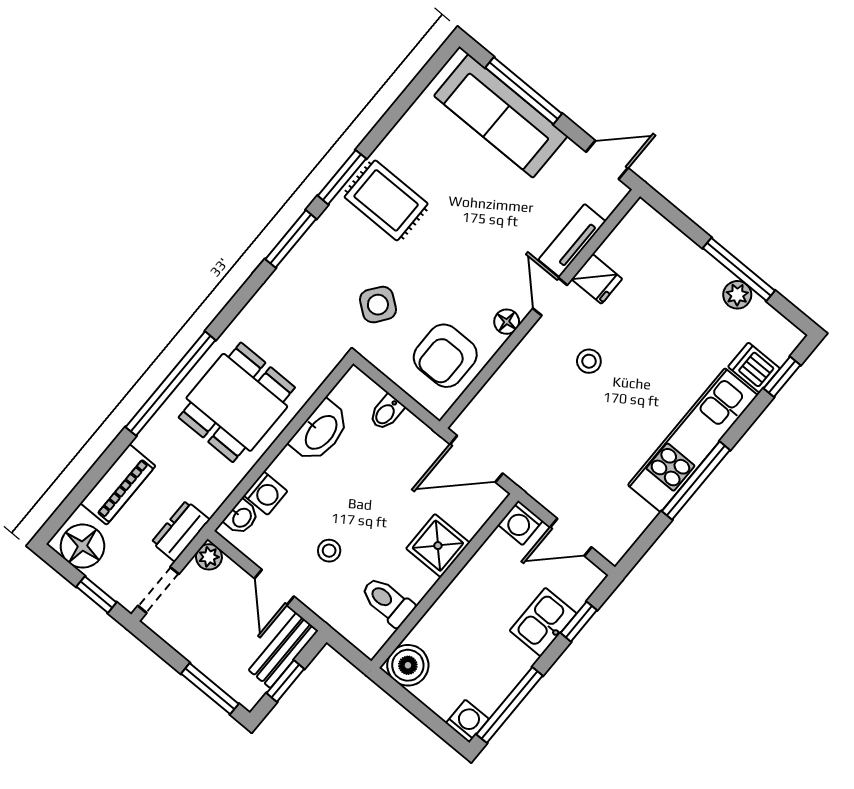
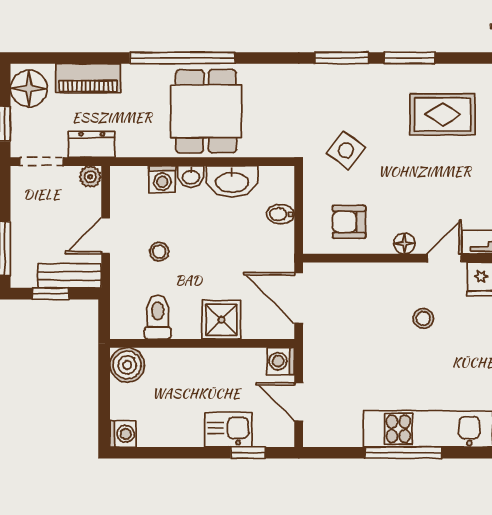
rug: (386, 200) -> (443, 114), moved, turned 90
armchair: (445, 356) -> (349, 222), width x0.72, depth x0.72
dining table: (237, 402) -> (206, 111), turned 90
washbasin: (241, 517) -> (191, 176), moved
window: (510, 705) -> (156, 453), removed

